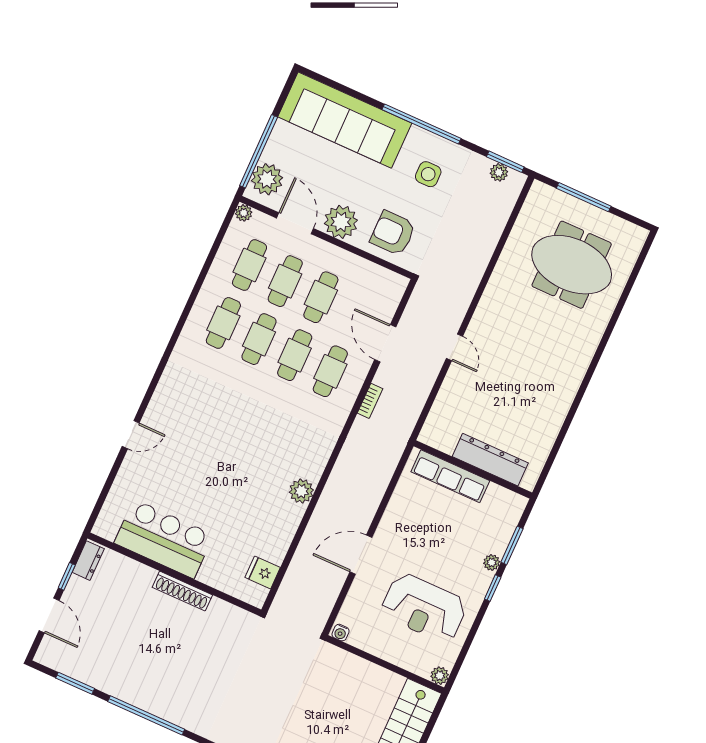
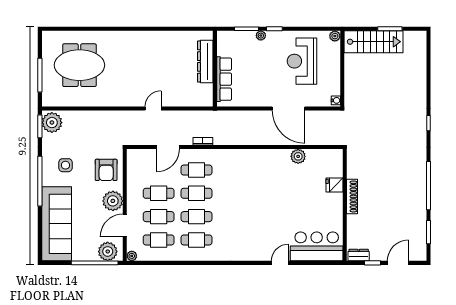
plant: (499, 172) -> (52, 123), width x1.87, depth x1.87
meeting table: (572, 265) -> (79, 65), turned 90
door: (131, 435) -> (280, 263), hinge flipped
plant: (301, 491) -> (298, 156), moved
bar counter: (164, 539) -> (317, 246), moved, turned 90
door: (361, 555) -> (289, 108), width x1.36
fridge: (263, 572) -> (334, 185), moved, turned 90
reception desk: (424, 608) -> (302, 61), turned 180

